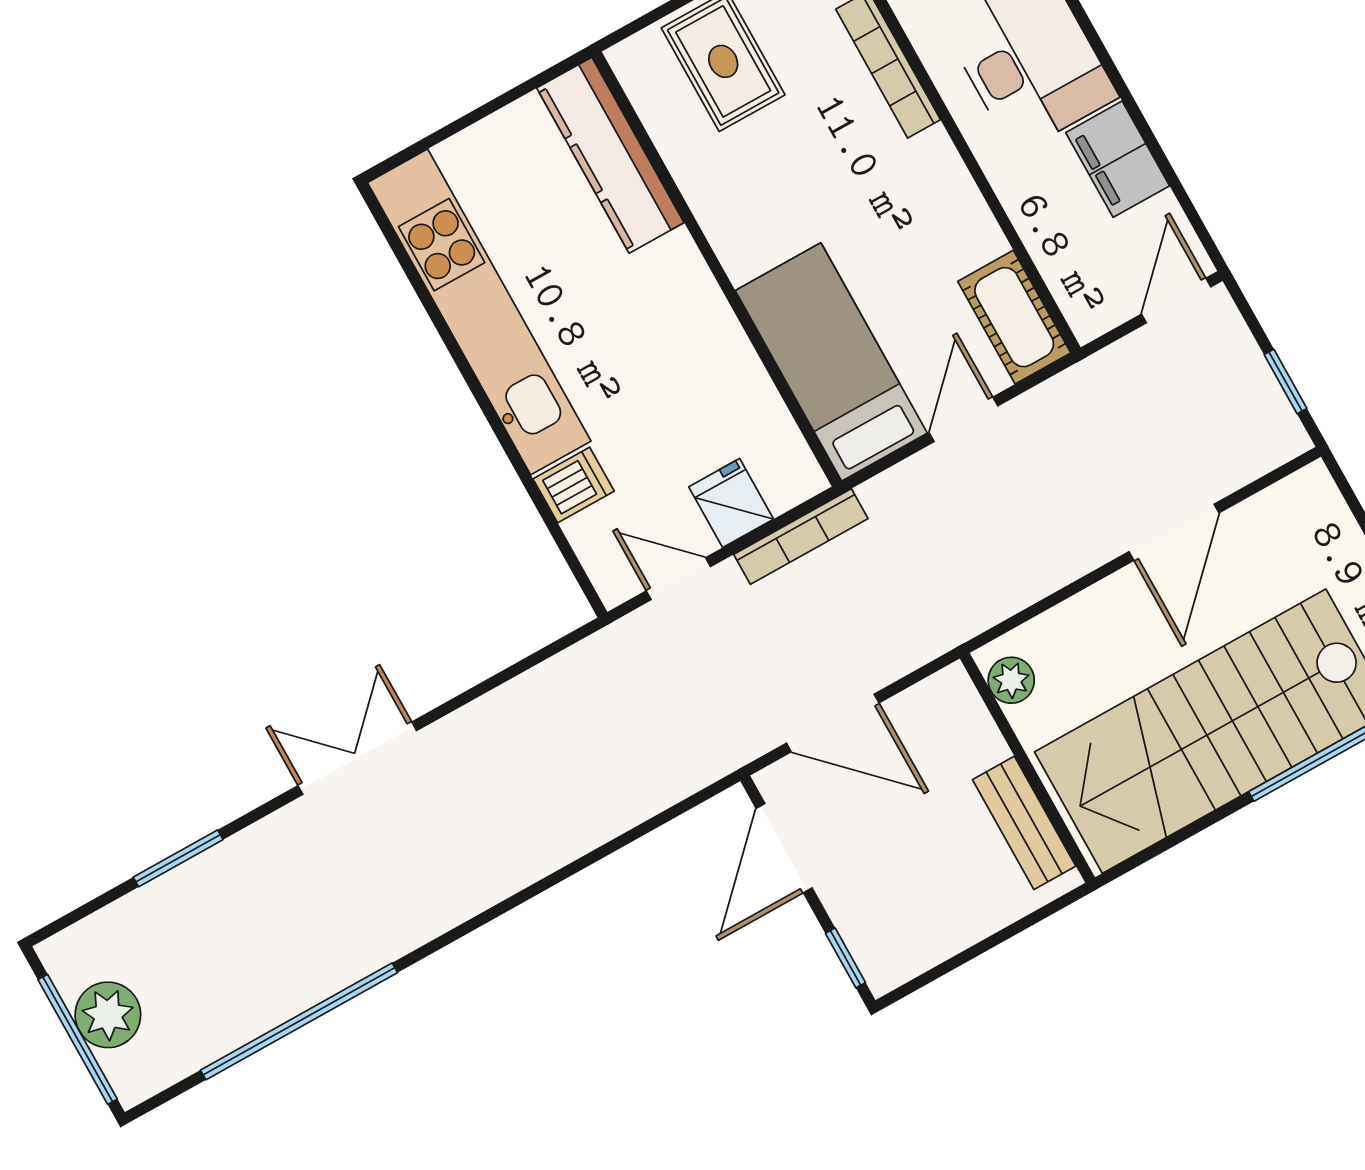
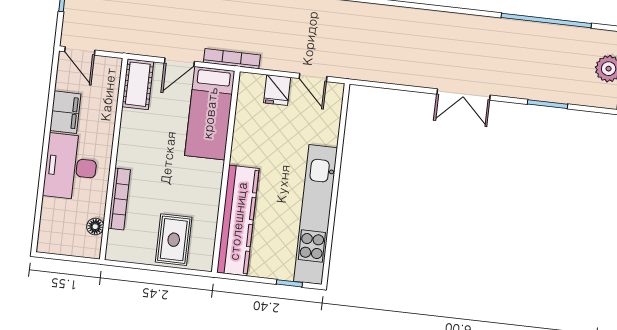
window: (433, 139) -> (289, 283), added
kitchen counter: (610, 155) -> (238, 221), width x1.39, depth x1.17
door: (1176, 301) -> (80, 51), hinge flipped
dishwasher: (574, 485) -> (326, 134), removed
bookcase: (801, 536) -> (232, 59), moved

